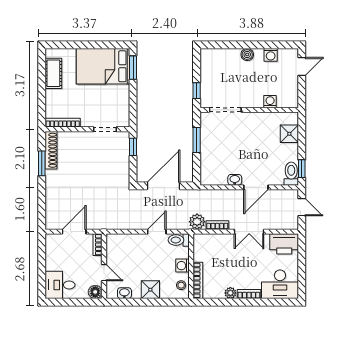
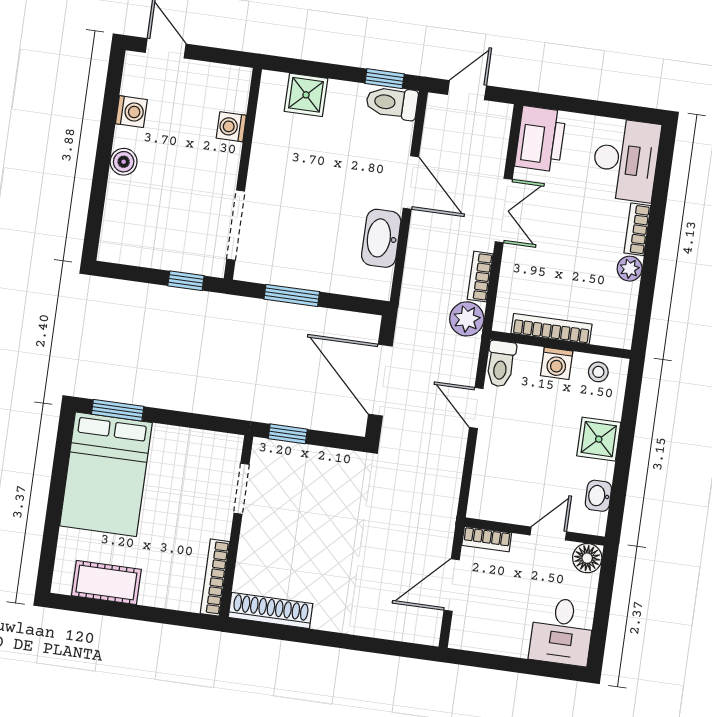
window: (42, 163) -> (296, 634), removed
washbasin: (235, 180) -> (381, 238), width x1.91, depth x1.45
door: (74, 232) -> (452, 585), hinge flipped
bookcase: (198, 280) -> (551, 329), moved

